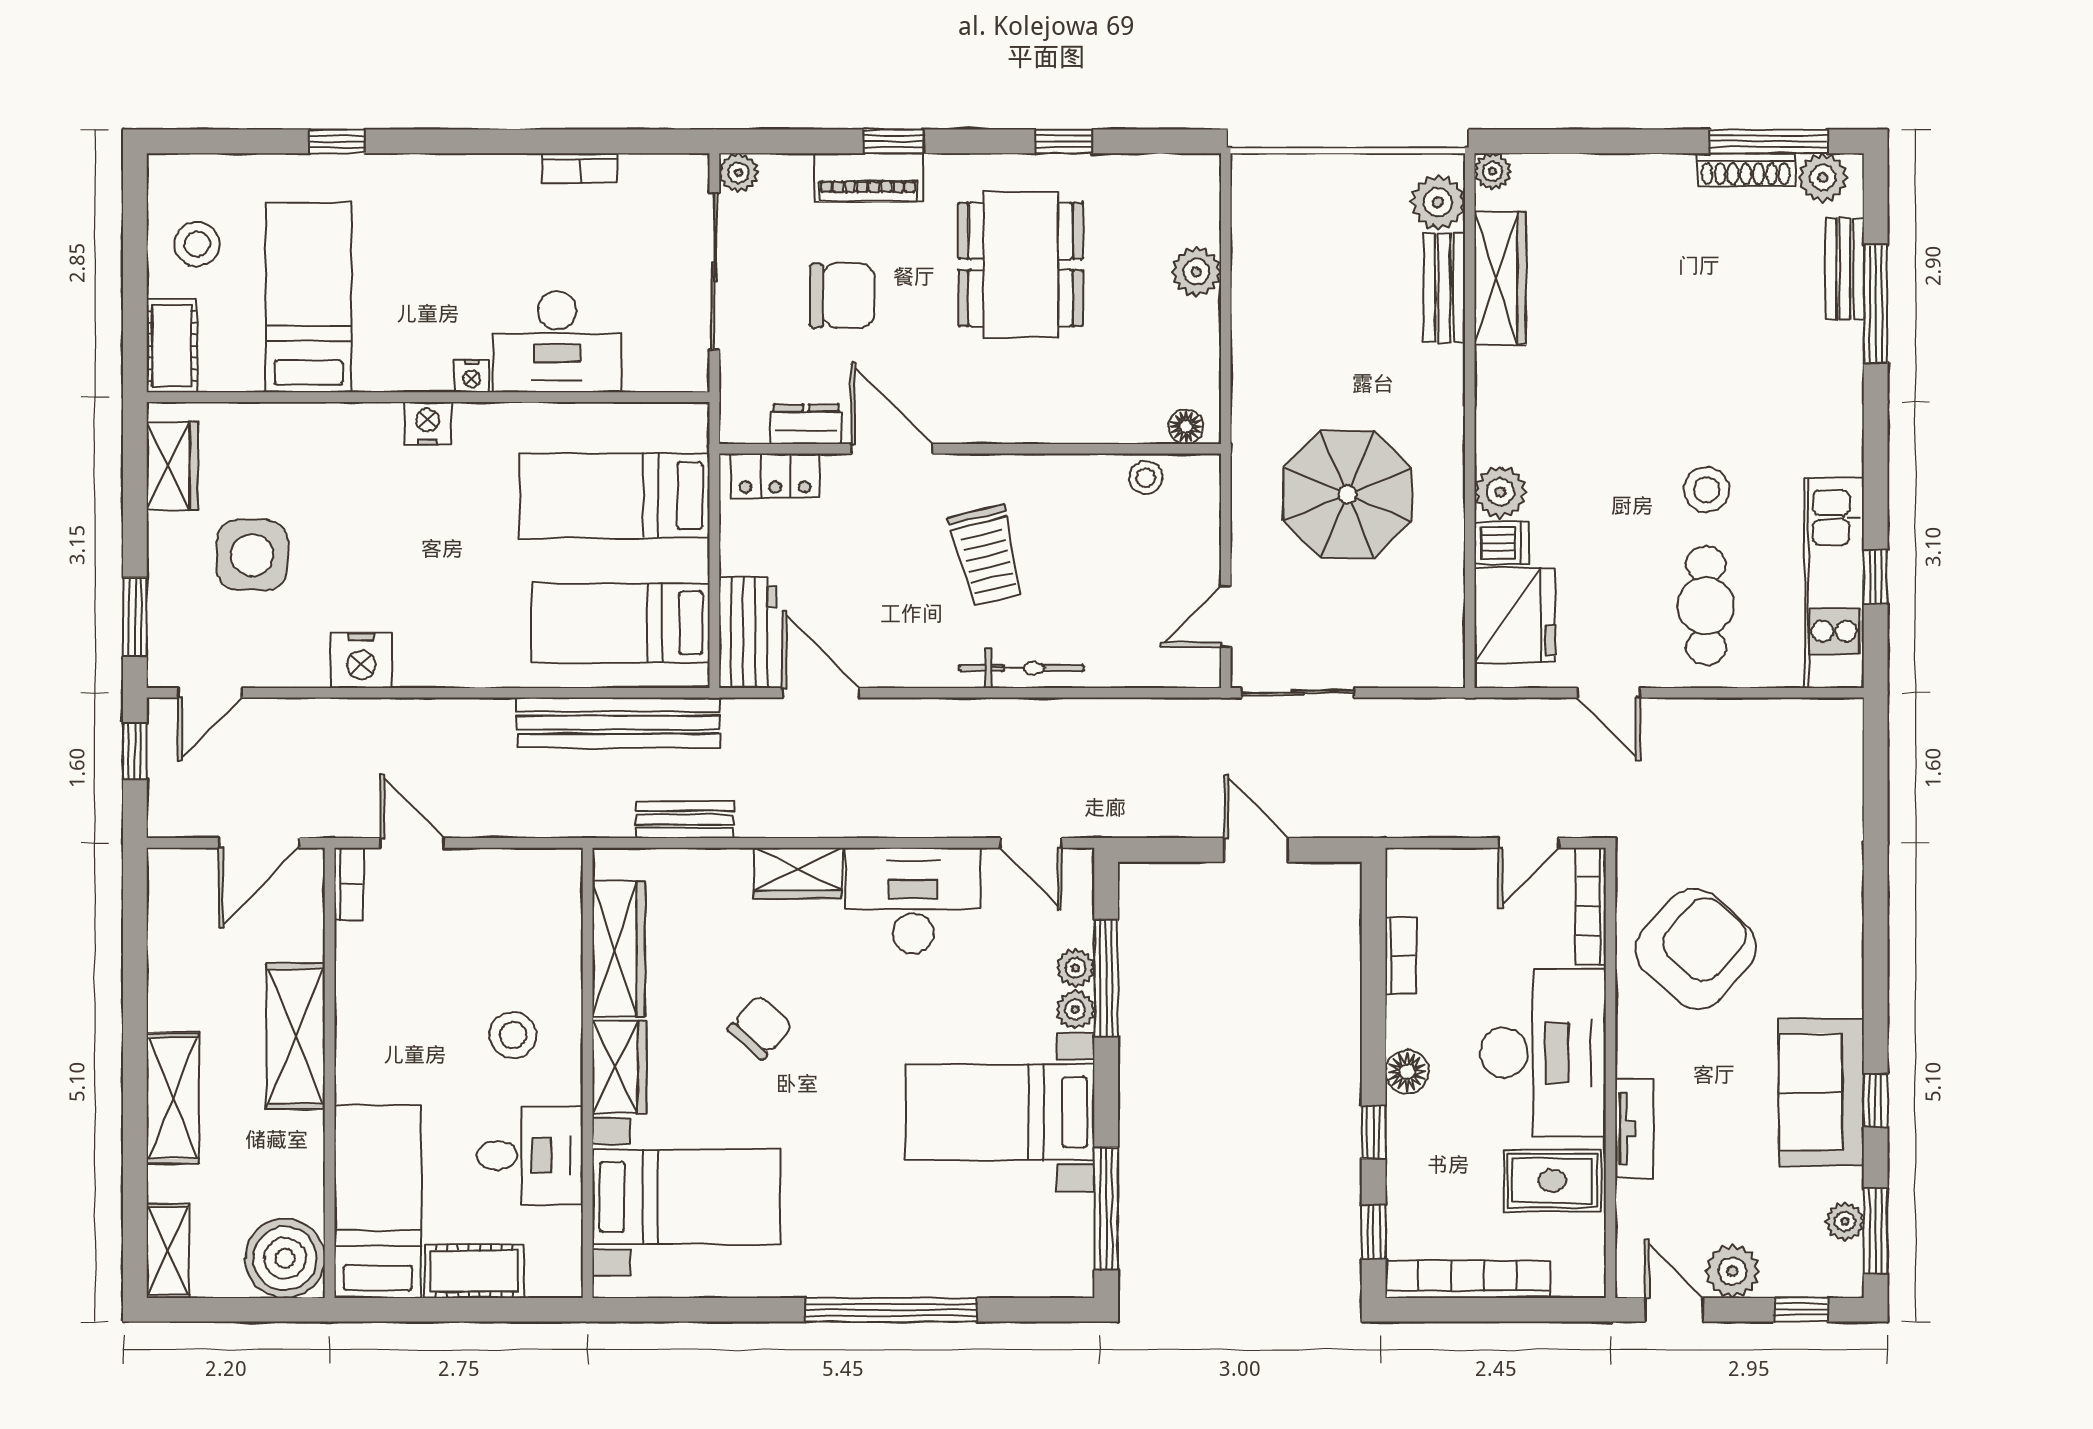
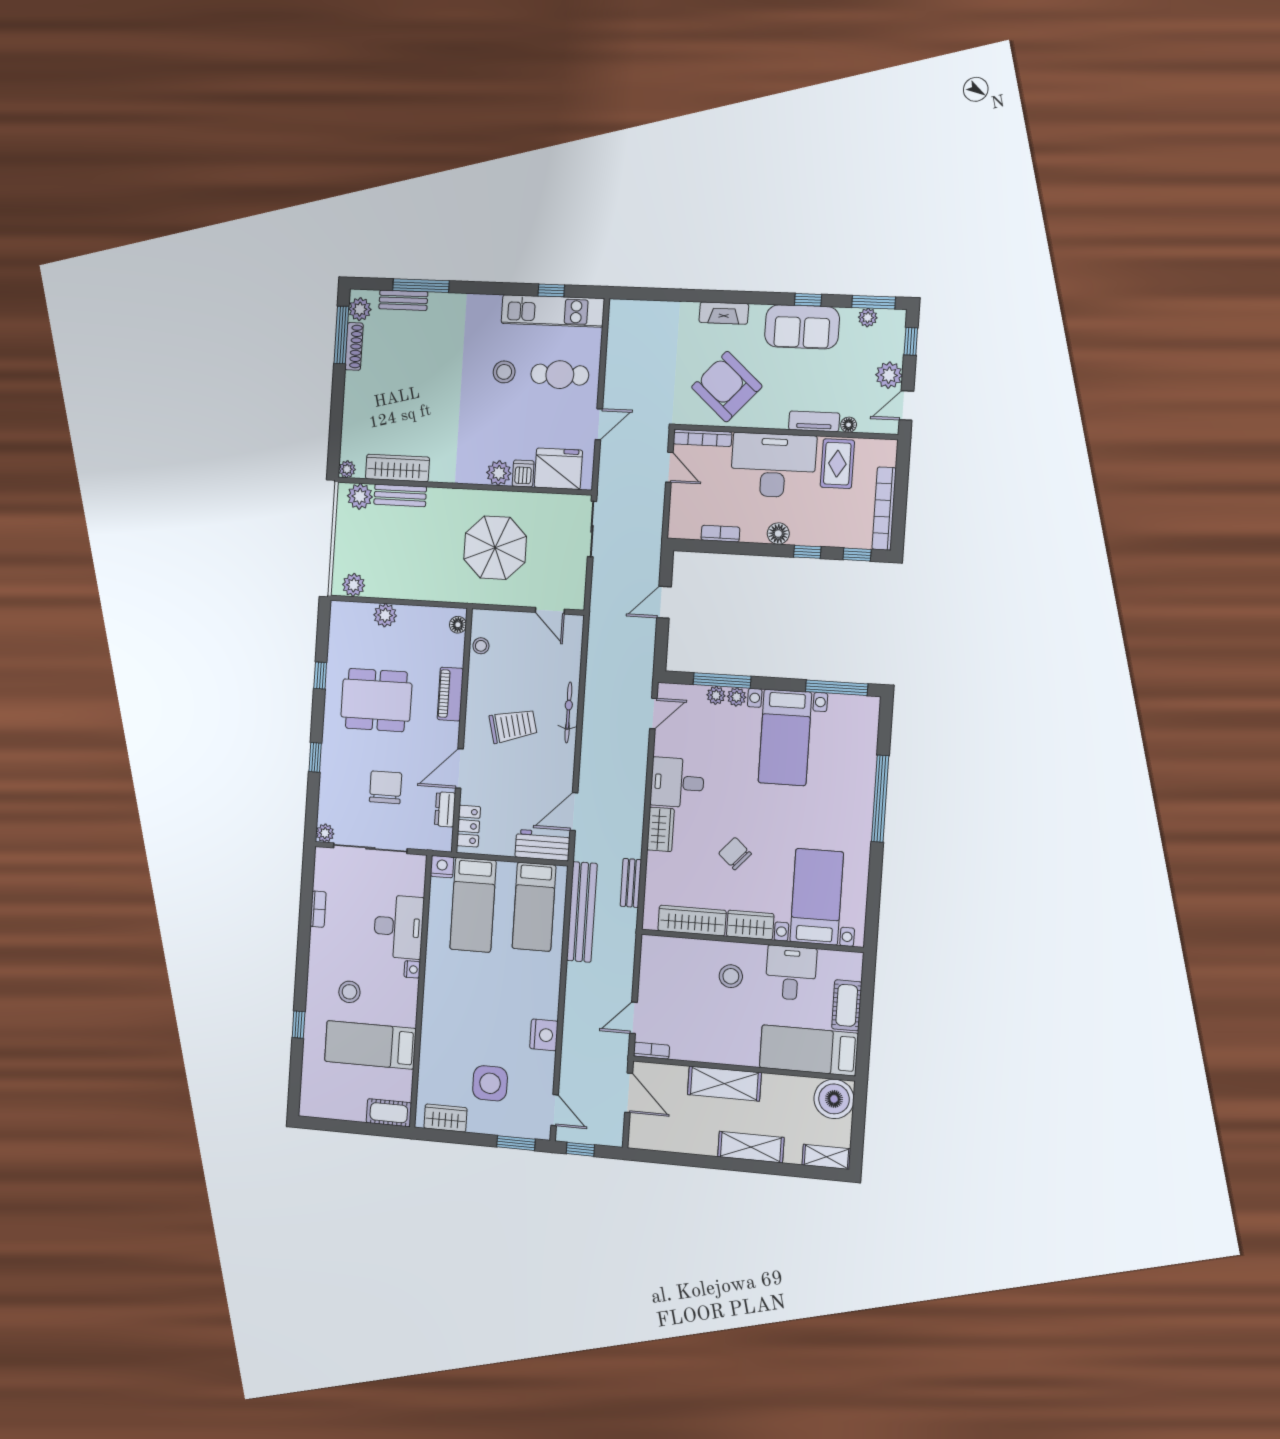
piano: (868, 177) -> (450, 694), moved, turned 180
plant: (1255, 201) -> (354, 585), added
stool: (197, 244) -> (349, 992), moved
nightstand: (428, 424) -> (442, 867), moved, turned 90
sliding door: (1298, 693) -> (592, 529), moved
desk: (913, 901) -> (677, 783), width x0.73
fireplace: (1843, 933) -> (724, 313), added
floor lamp: (1631, 1198) -> (849, 425), added

